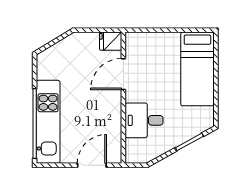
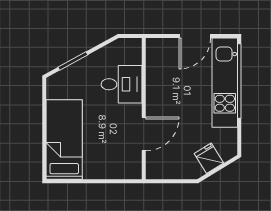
fridge: (111, 41) -> (209, 158), moved, turned -121
door: (92, 165) -> (195, 36), moved

